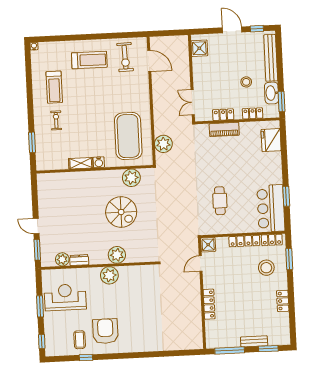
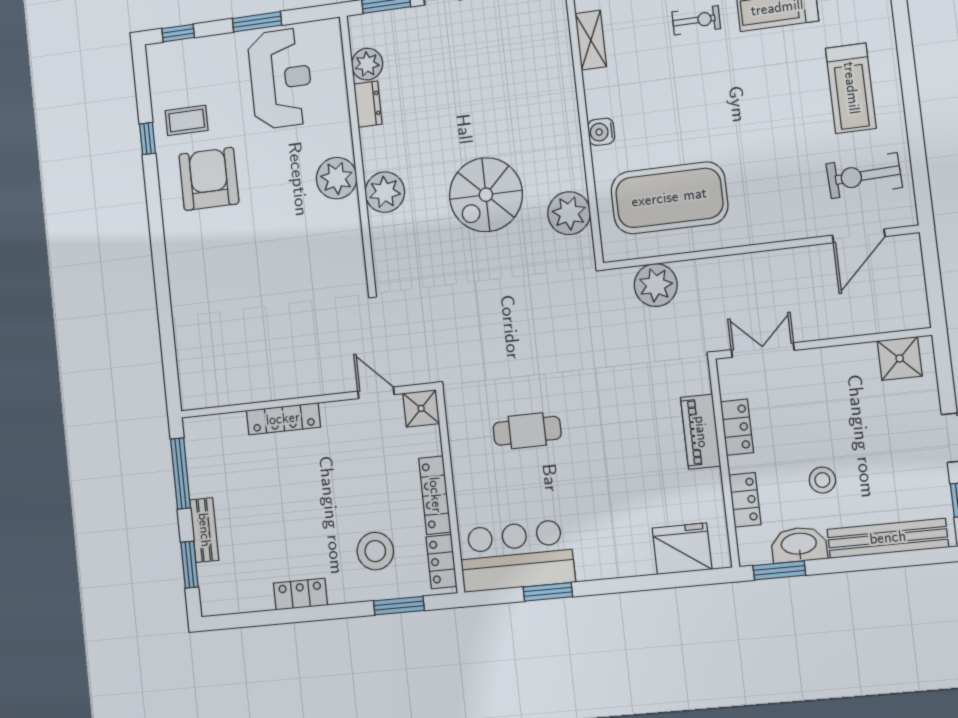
shelving: (81, 163) -> (591, 40), moved
armchair: (105, 331) -> (209, 179), turned -90

